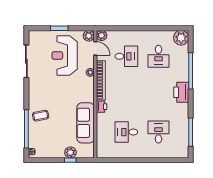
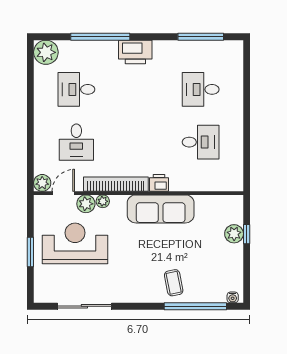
plant: (89, 36) -> (86, 204), moved
reception desk: (65, 55) -> (75, 243), turned 180
desk: (126, 56) -> (76, 142), turned 180
desk: (158, 56) -> (76, 89), turned 180
sofa: (86, 123) -> (161, 209), moved
desk: (126, 132) -> (201, 142), turned -90

